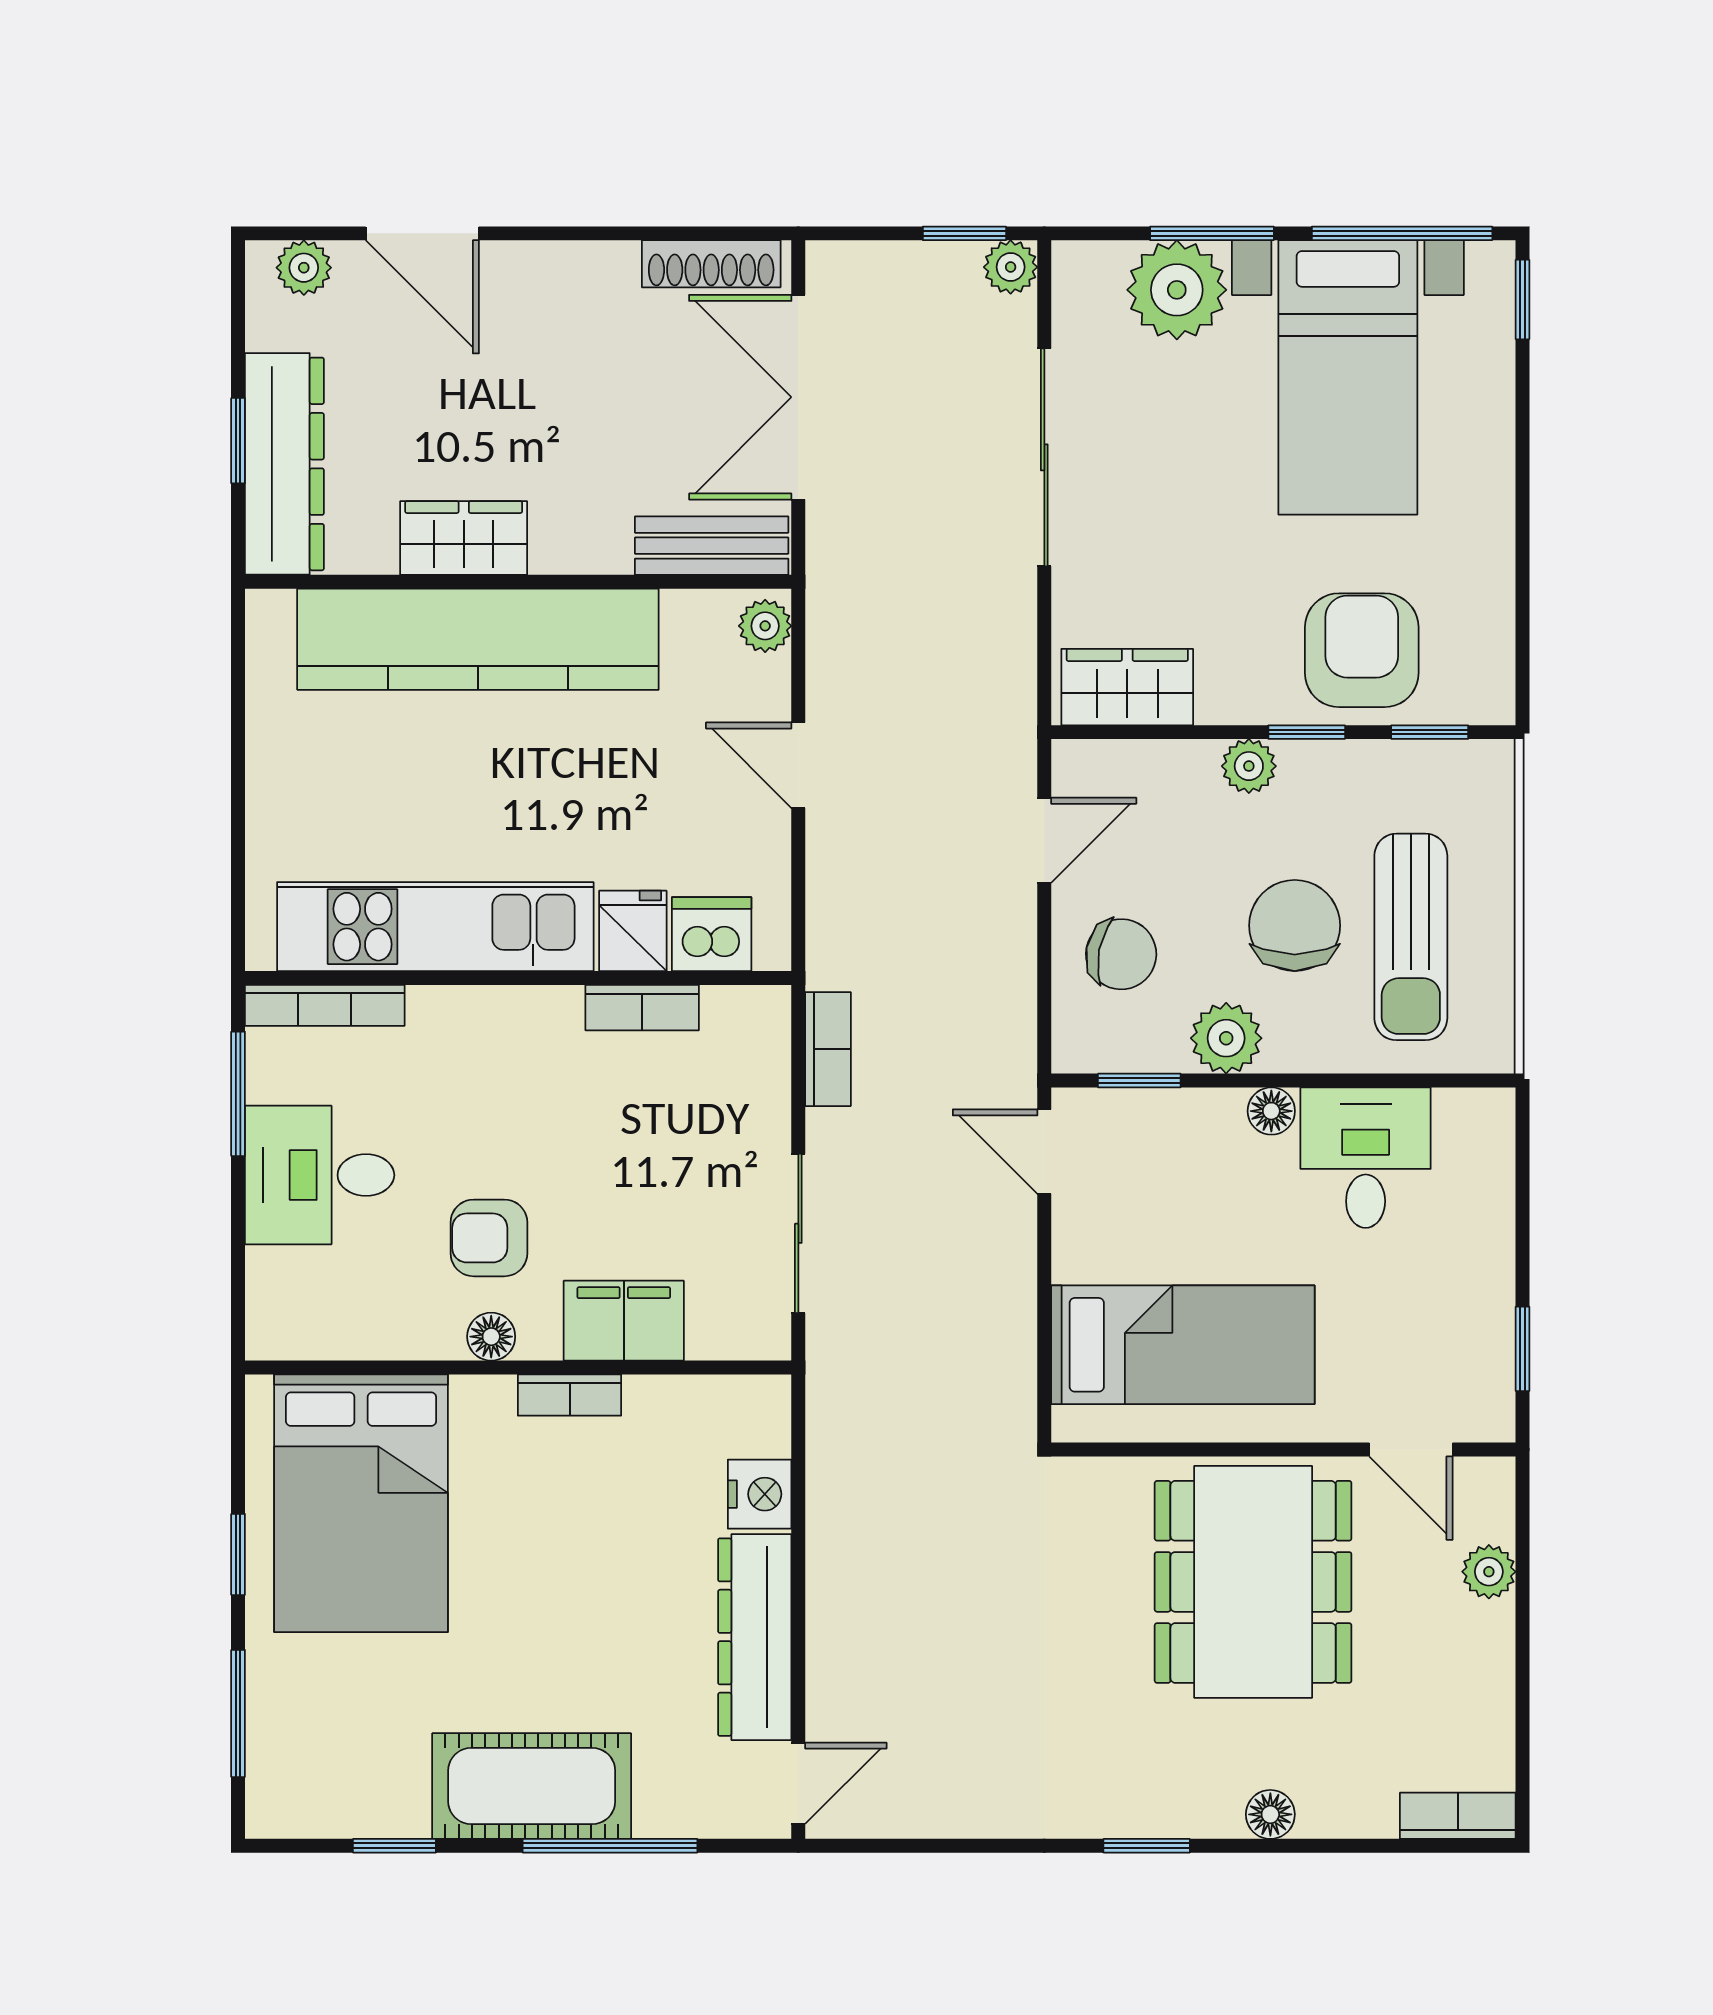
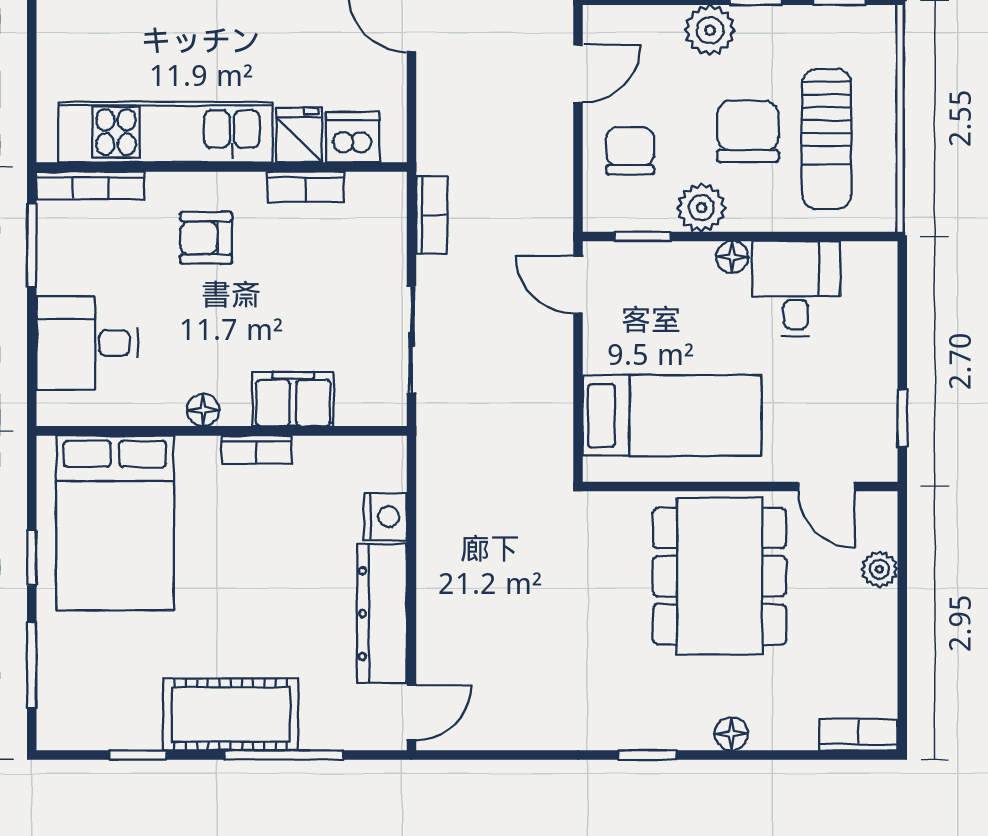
plant: (1249, 766) -> (710, 30), width x1.38, depth x1.38
chair: (1121, 954) -> (630, 151), turned -101
desk: (320, 1175) -> (87, 343), moved
armchair: (489, 1238) -> (206, 238), moved

